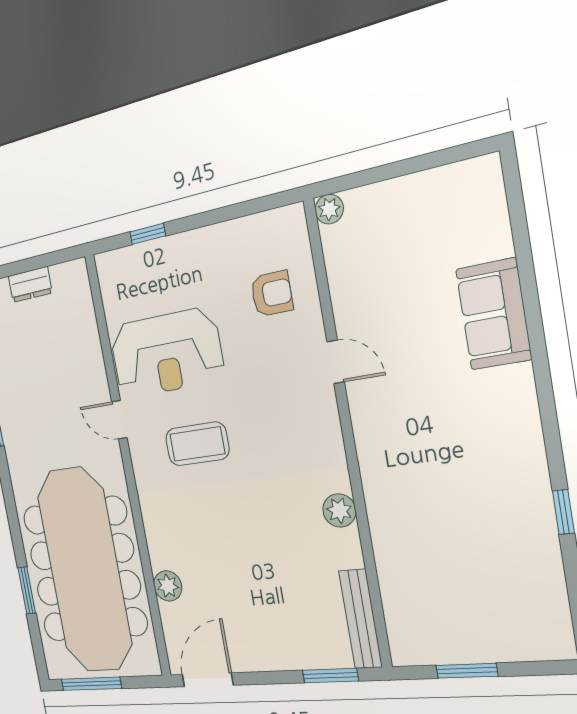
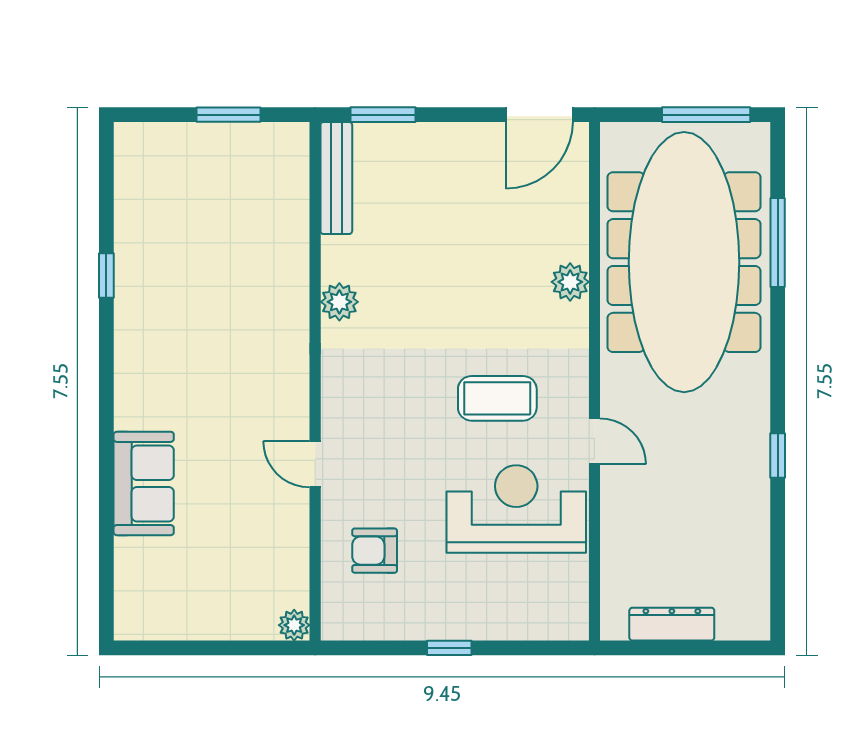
window: (148, 234) -> (449, 648), moved
dresser: (30, 284) -> (672, 624), width x1.44
plant: (168, 586) -> (570, 282), moved
window: (27, 590) -> (778, 243), width x1.44

